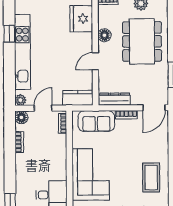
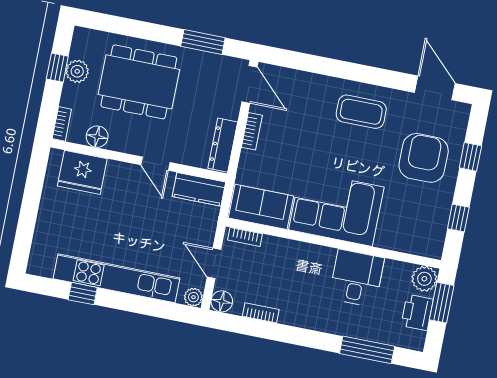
floor lamp: (104, 35) -> (97, 137), moved
kitchen counter: (78, 98) -> (199, 189), moved, turned -90
sofa: (96, 121) -> (261, 207), moved, turned -90

